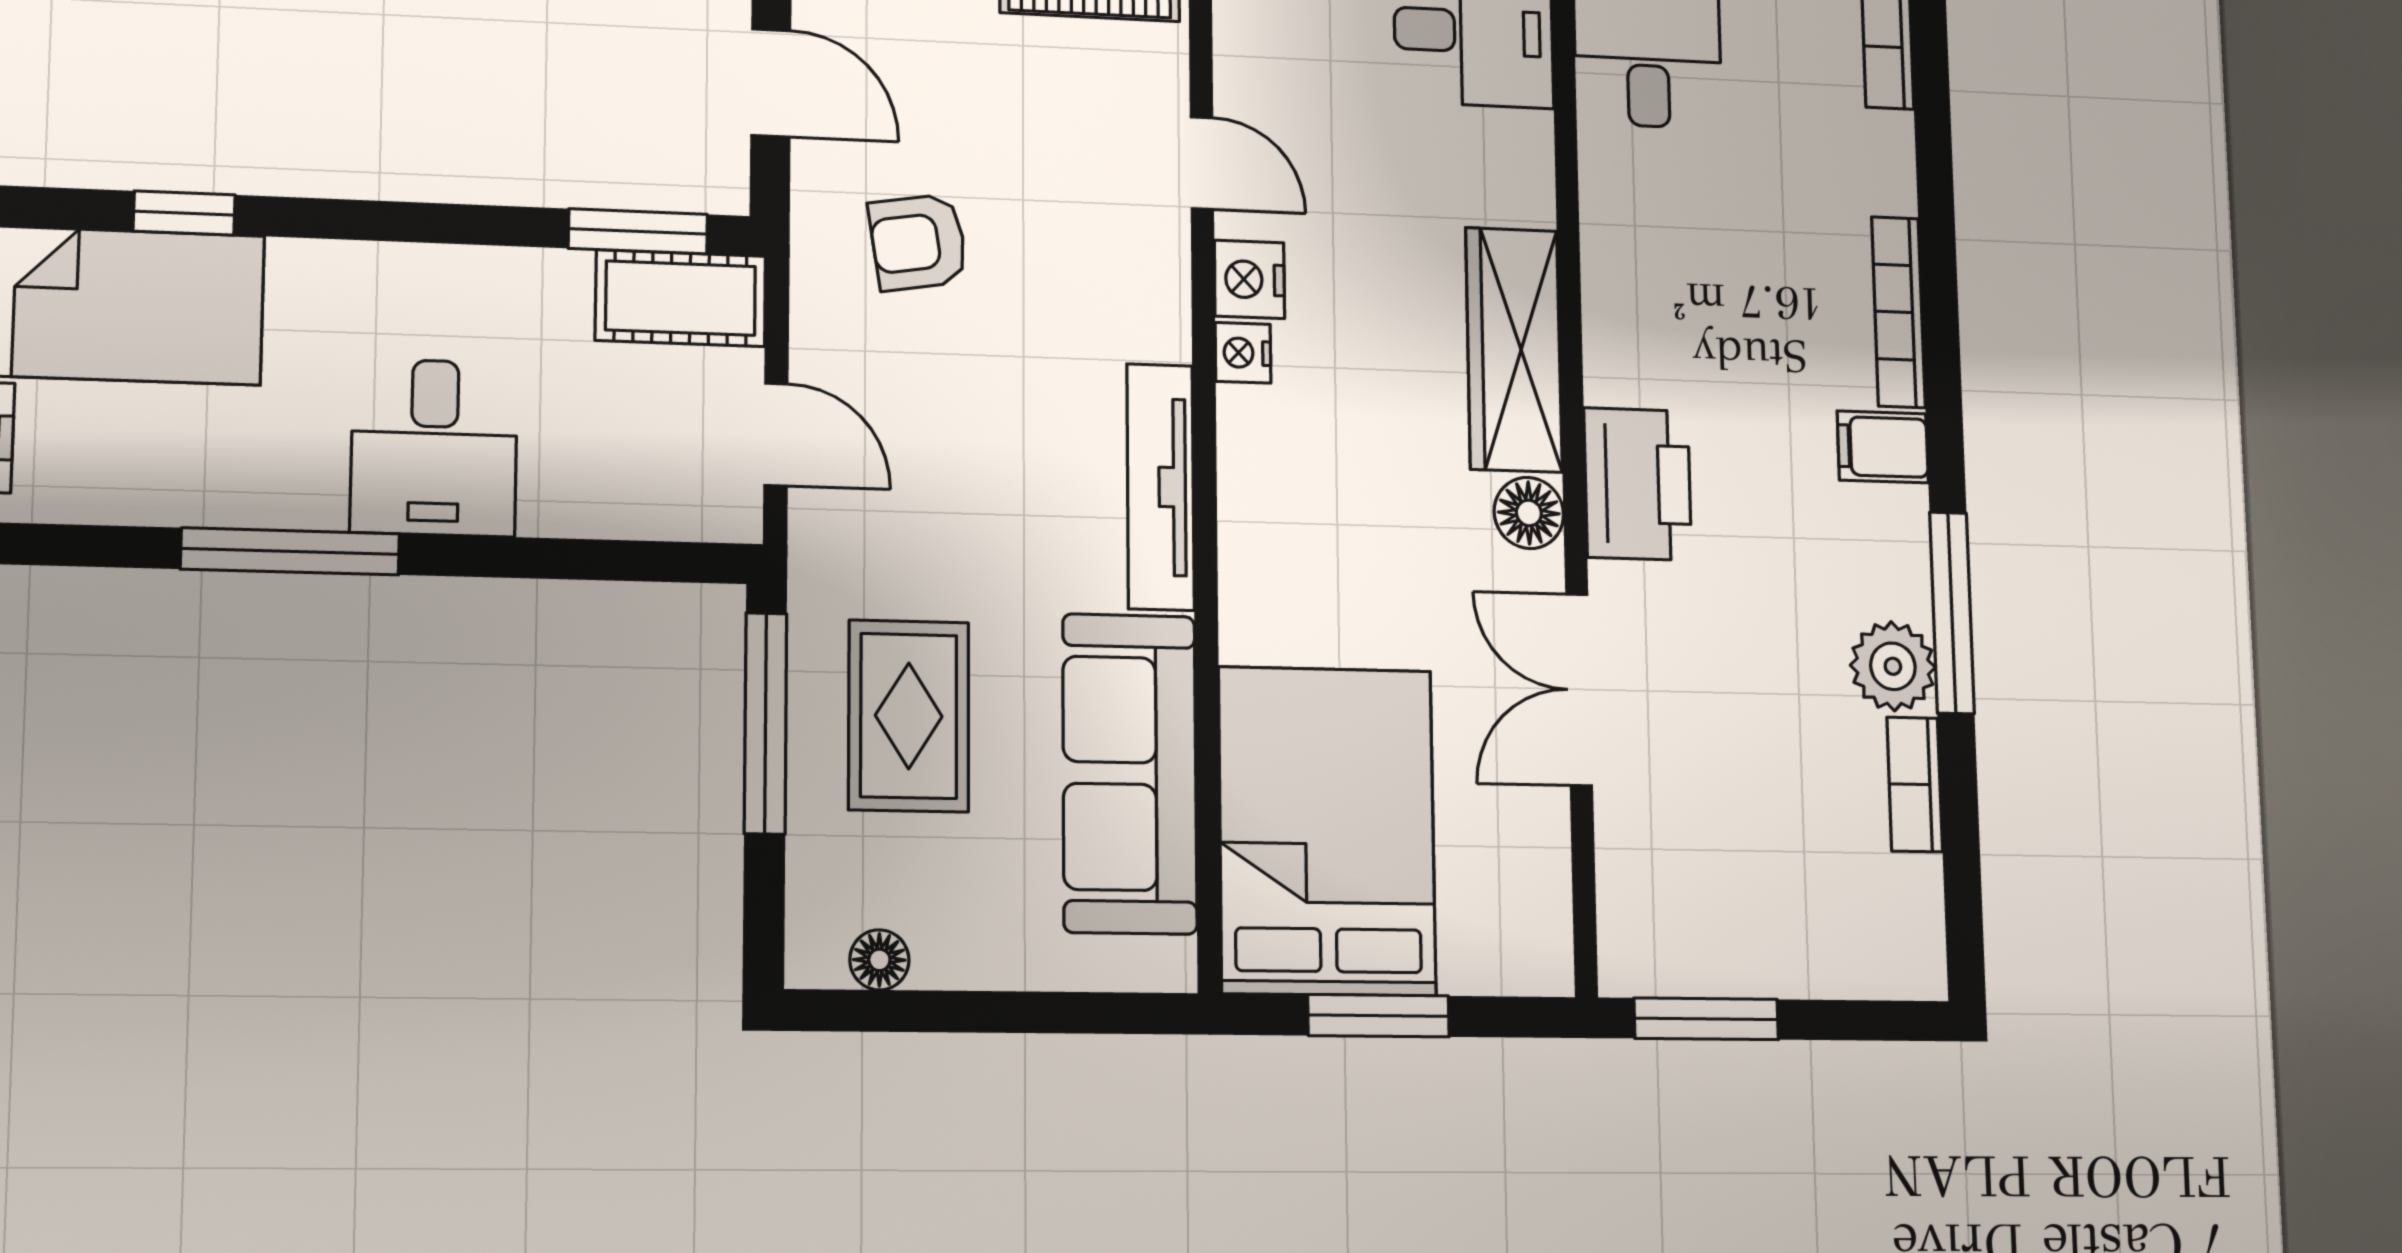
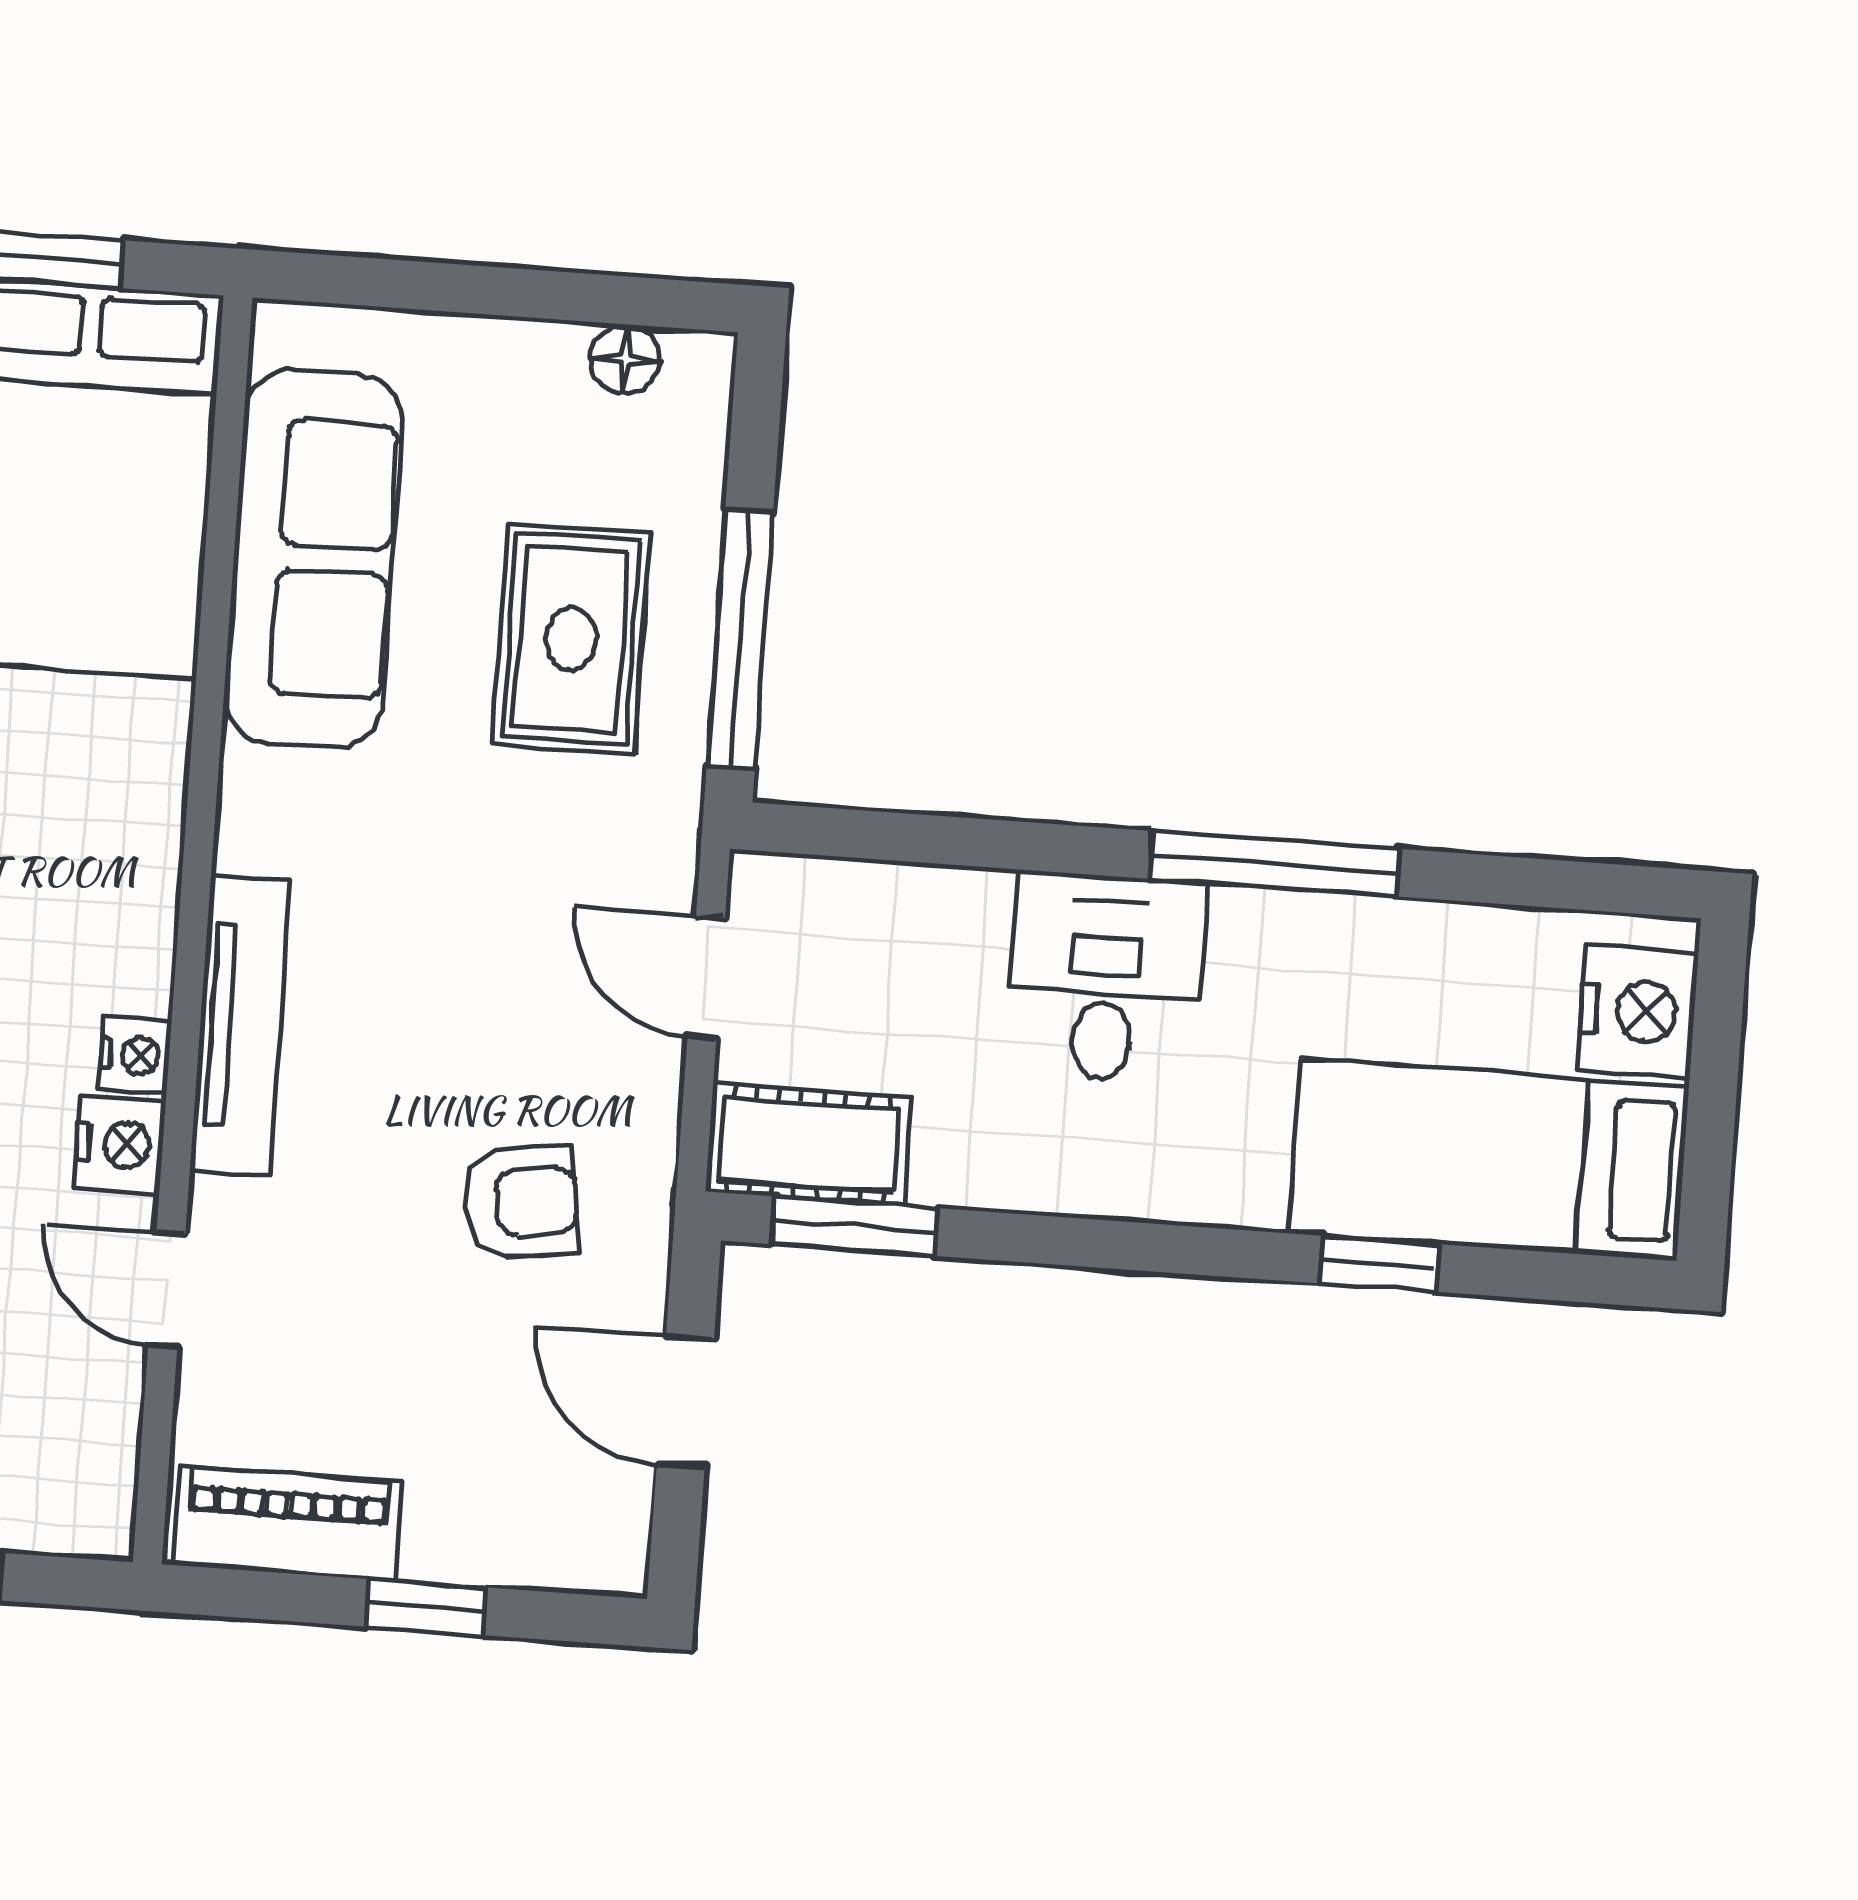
tv unit: (1160, 487) -> (240, 1026), moved

